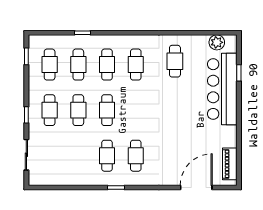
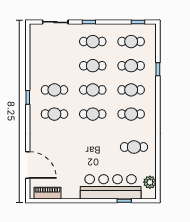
cafe table: (136, 110) -> (93, 114), added

